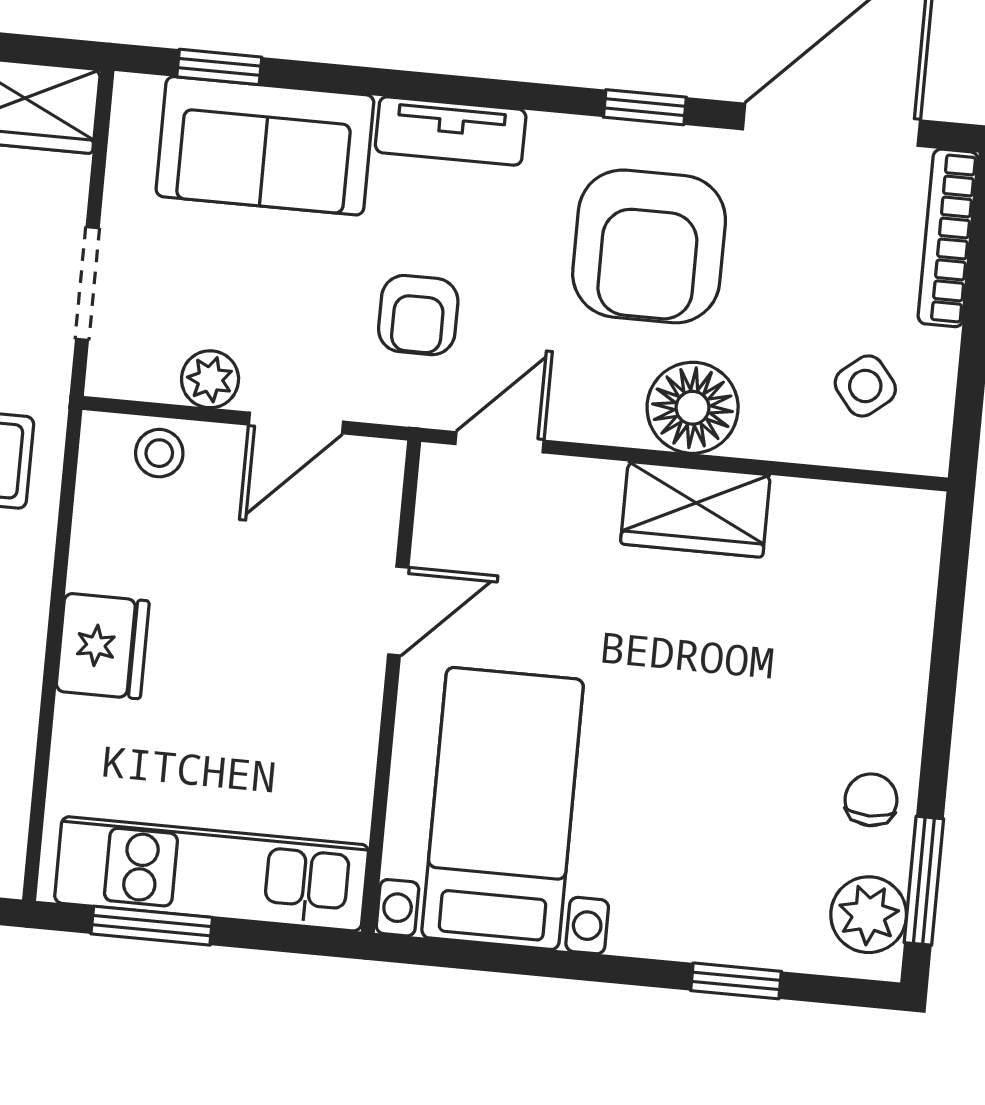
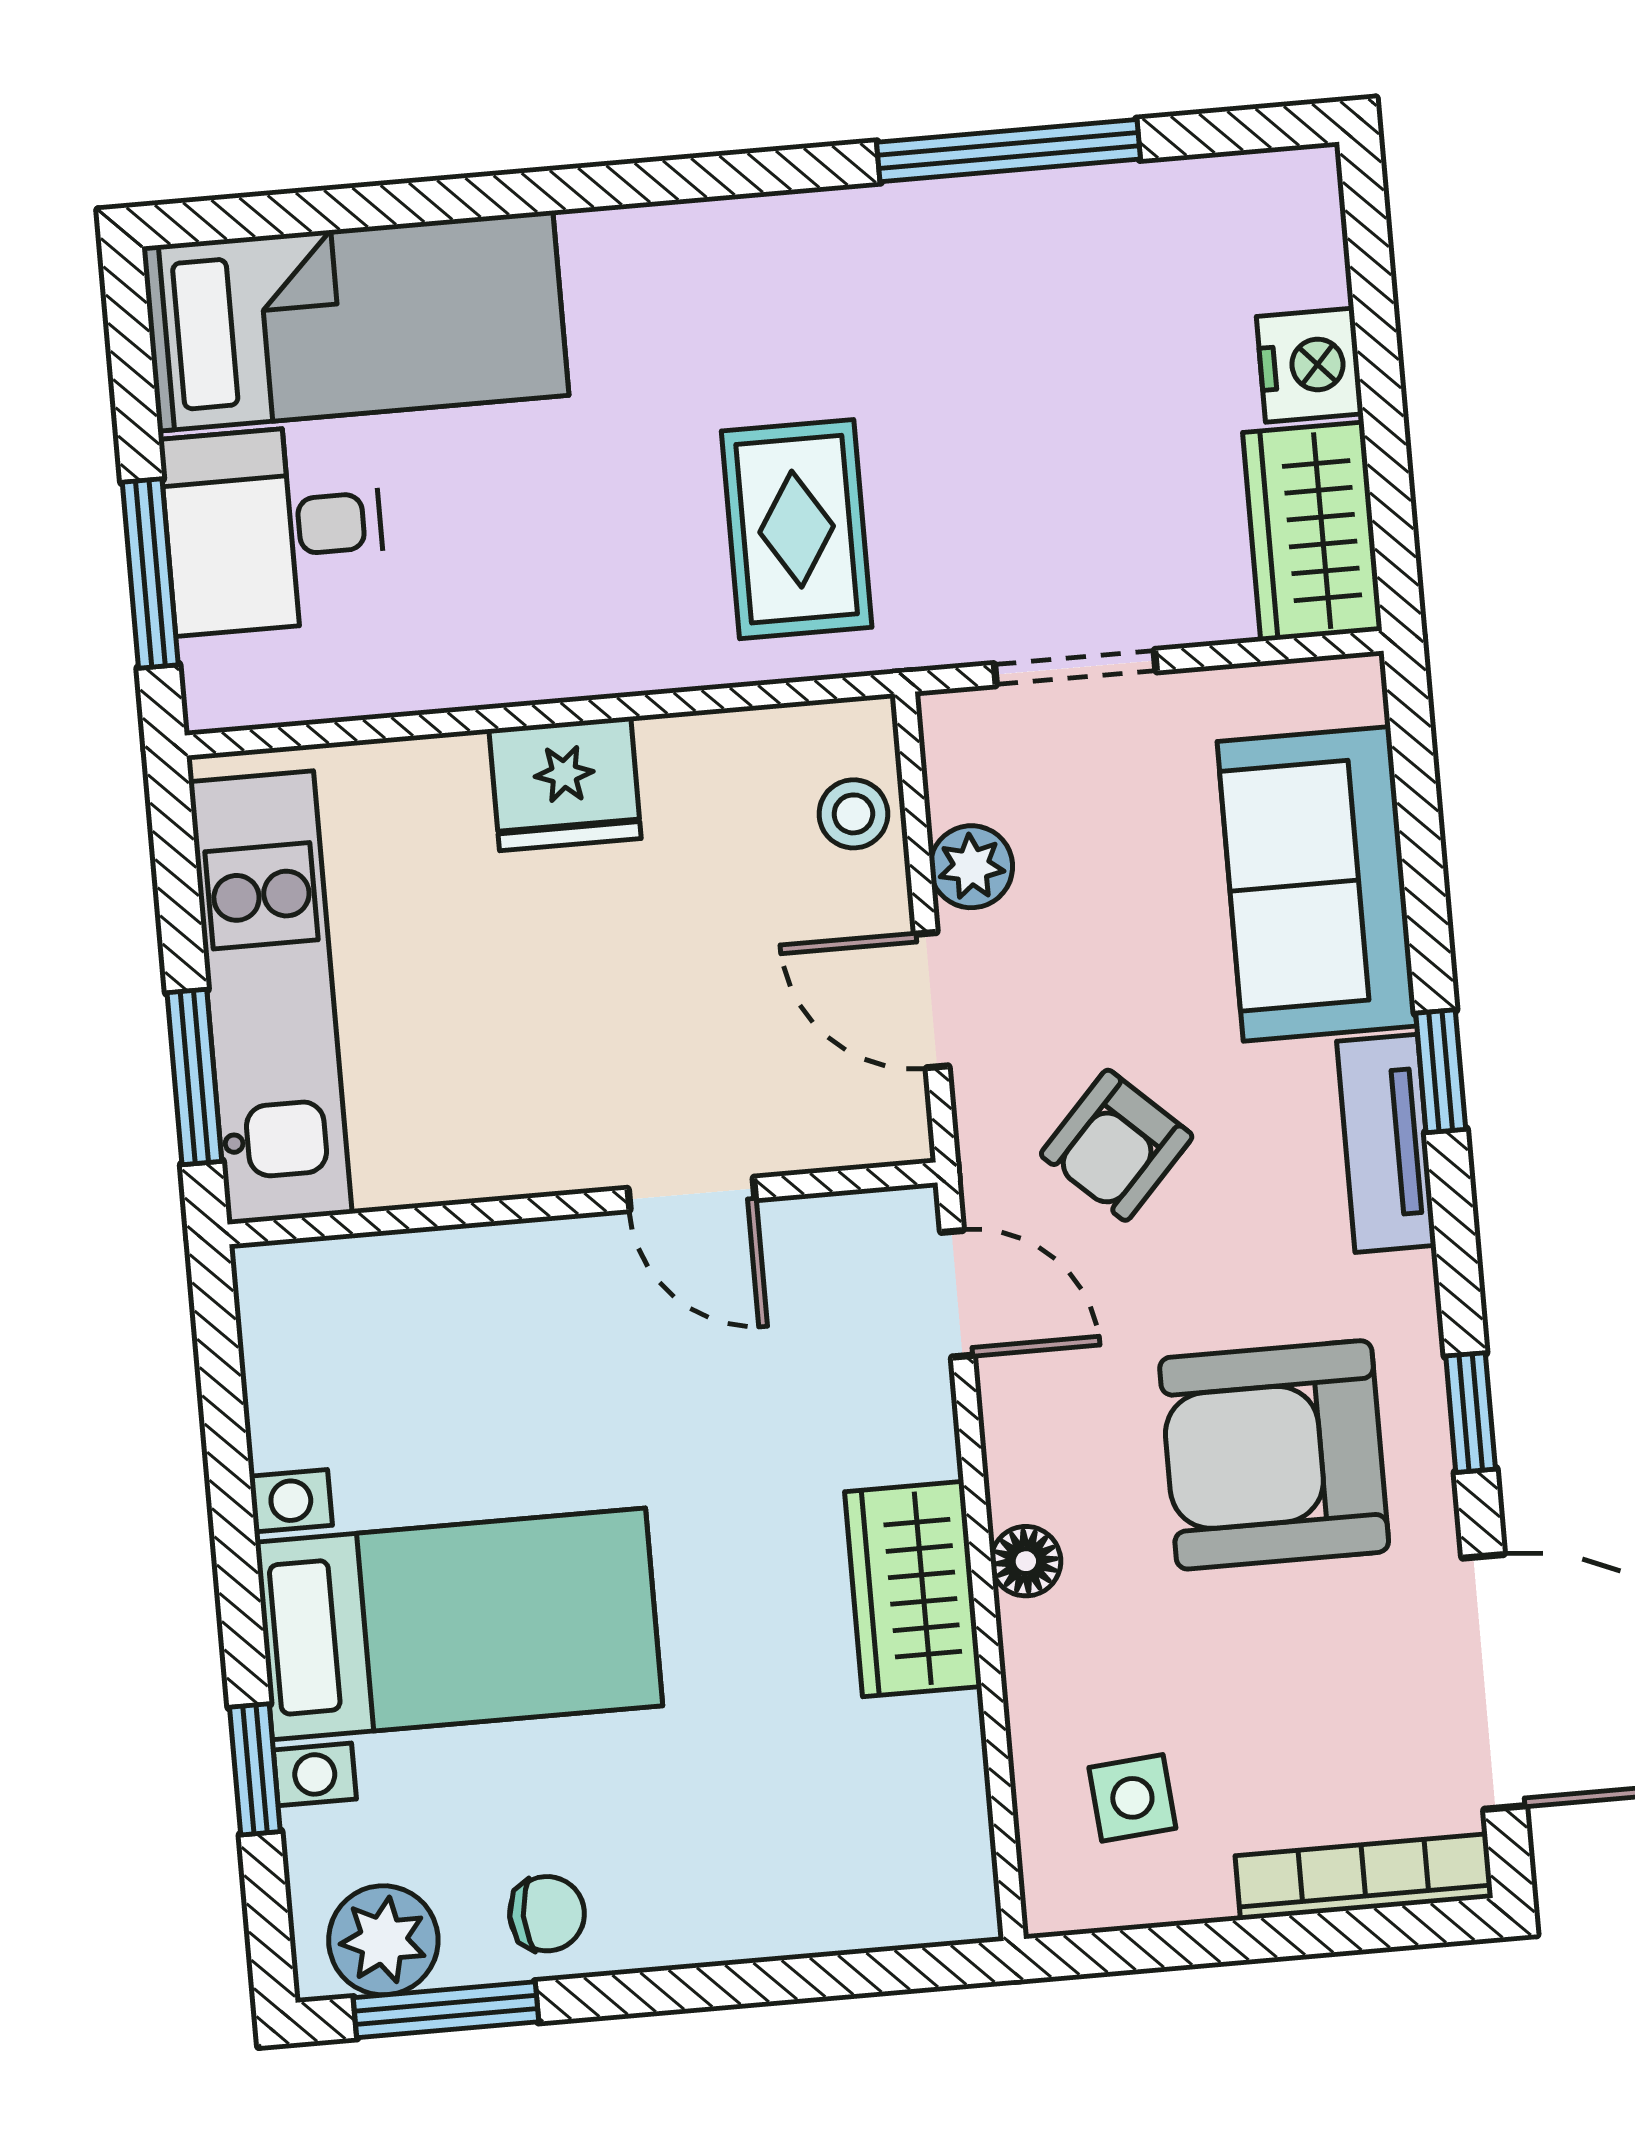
window: (219, 67) -> (1441, 1071), moved
armchair: (418, 315) -> (1117, 1145), turned -47
side table: (865, 386) -> (1132, 1798), turned 34
floor lamp: (693, 408) -> (1026, 1561), width x0.53, depth x0.53
bed with nightstands: (503, 808) -> (459, 1624), moved
window: (152, 926) -> (194, 1077), moved

